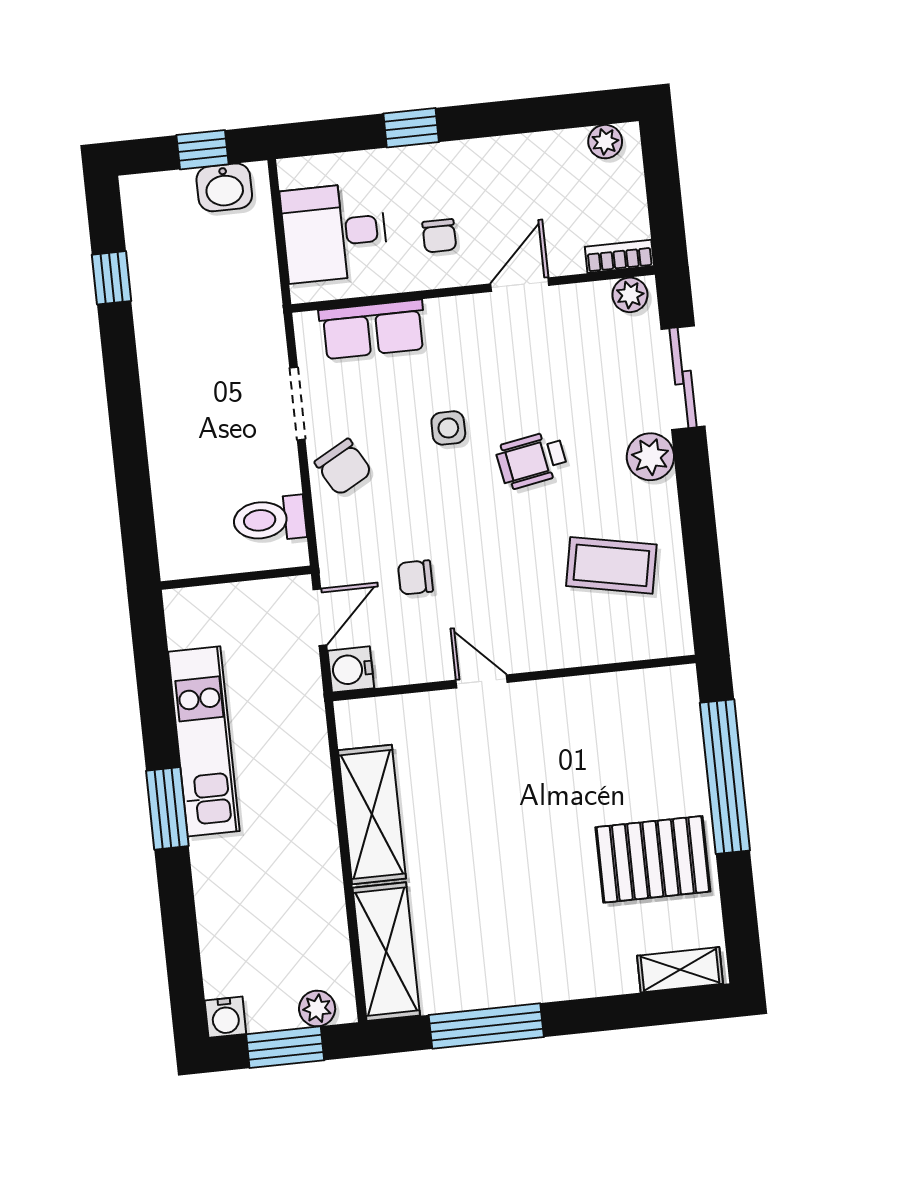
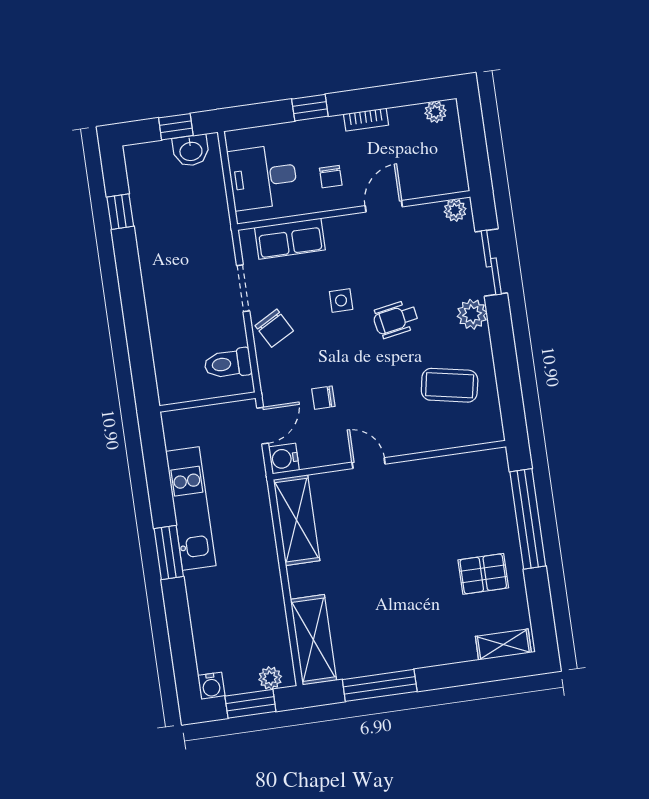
bookcase: (619, 256) -> (366, 120), moved, turned 180
shelving: (372, 814) -> (296, 520), moved
pallet: (653, 859) -> (483, 574), width x0.67, depth x0.71

